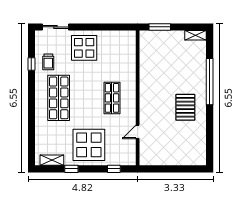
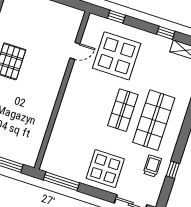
window: (115, 27) -> (61, 181), added
shop shelf: (112, 98) -> (123, 110), moved
display table: (89, 145) -> (117, 56), moved

